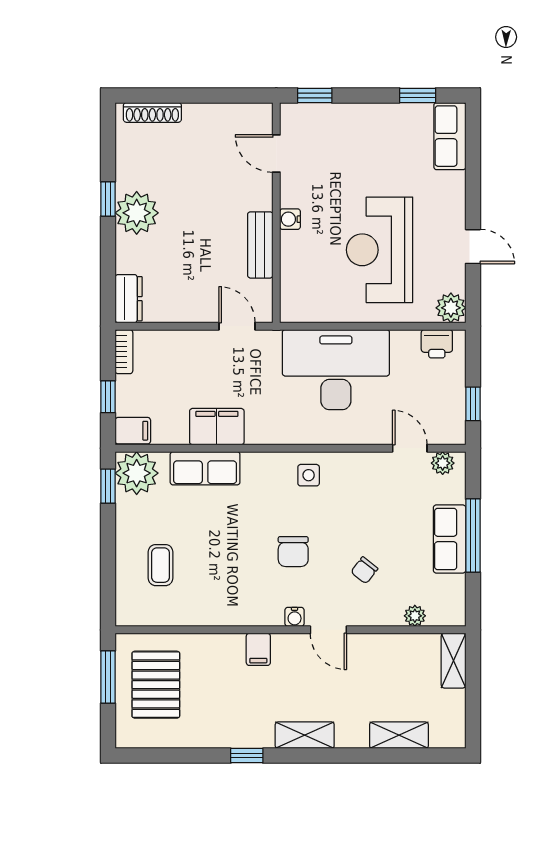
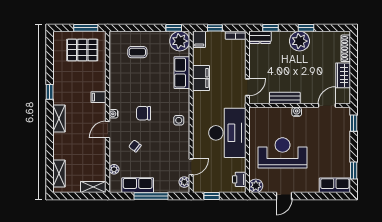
wardrobe: (211, 118) -> (343, 75), added
window: (108, 276) -> (270, 28), added
row of seats: (450, 539) -> (138, 185), moved
shelving: (399, 735) -> (59, 174), moved

